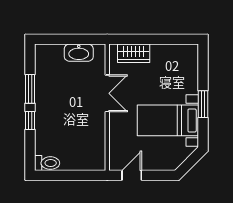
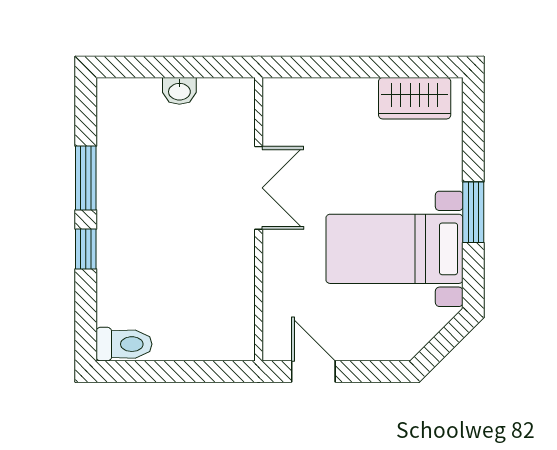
washbasin: (79, 53) -> (179, 91), width x0.52, depth x0.69
wardrobe: (134, 53) -> (415, 98), moved
door: (132, 175) -> (313, 371), hinge flipped

